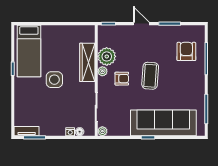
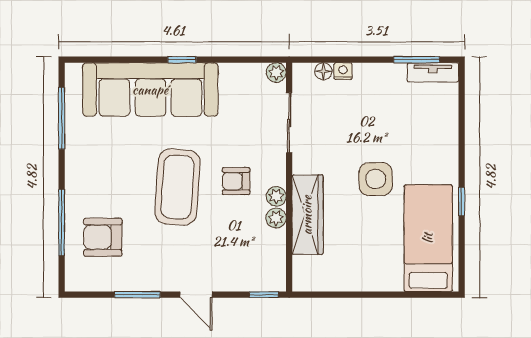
armchair: (186, 51) -> (103, 237), turned 90
plant: (107, 56) -> (276, 218), width x0.53, depth x0.53
coffee table: (150, 76) -> (177, 187), width x1.36, depth x1.32

